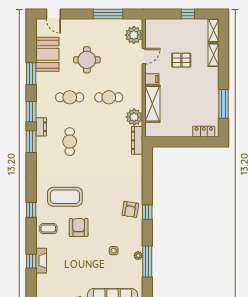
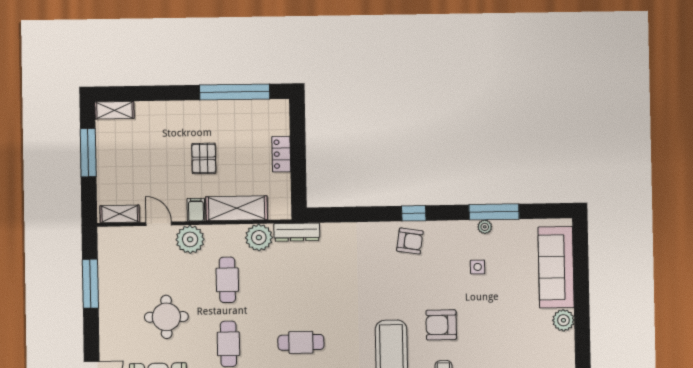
window: (188, 14) -> (88, 153), width x2.17
plant: (134, 35) -> (190, 239), moved
shelving: (213, 55) -> (120, 214), moved
pallet: (181, 60) -> (204, 158), moved
window: (223, 104) -> (235, 92), width x1.46
locker: (204, 132) -> (281, 154), moved

